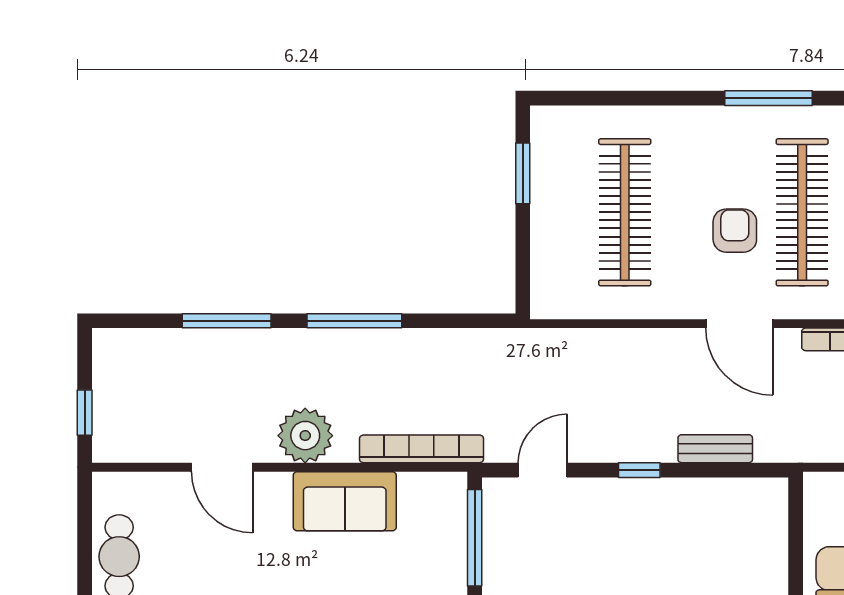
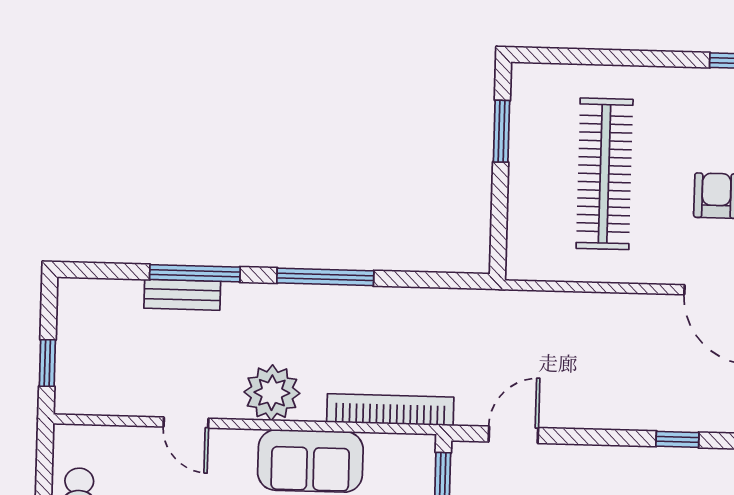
bench: (715, 449) -> (182, 295), moved
door: (222, 467) -> (186, 423), width x0.73
window: (639, 470) -> (677, 439), moved

